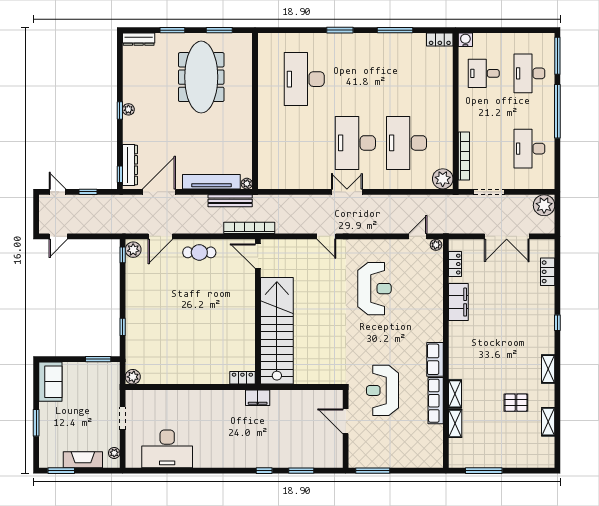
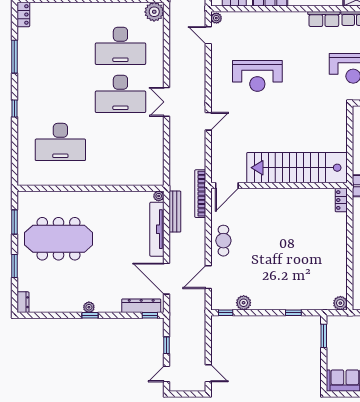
window: (340, 30) -> (14, 108), width x0.67
dresser: (139, 39) -> (23, 302), width x0.70
door: (160, 236) -> (208, 277), swing flipped
plant: (133, 250) -> (244, 303), moved
reception desk: (374, 289) -> (257, 76), turned 180

